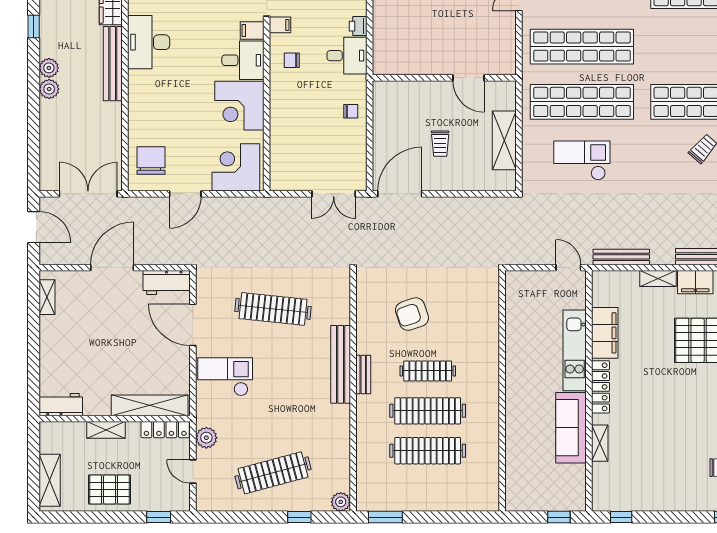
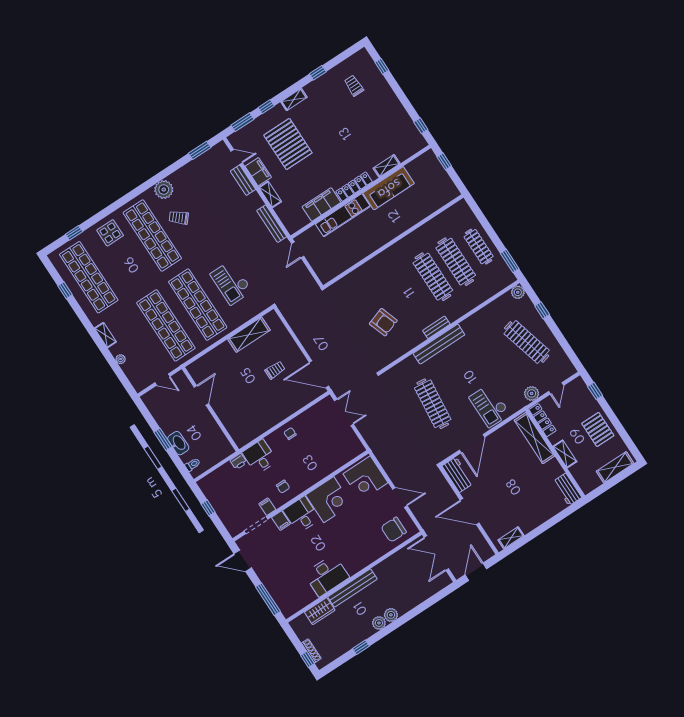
wall: (444, 78) -> (210, 409), moved
door: (468, 78) -> (201, 395), moved
clothes rail: (428, 371) -> (479, 247), moved

